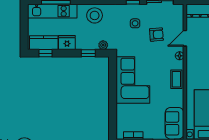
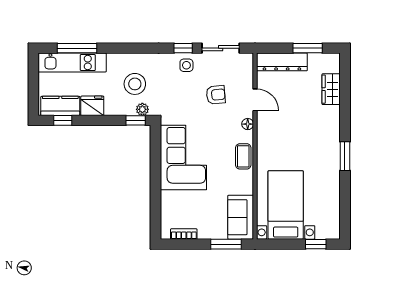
stool: (95, 15) -> (135, 84), moved
side table: (135, 23) -> (186, 65), moved
door: (185, 38) -> (255, 100), swing flipped
window: (88, 53) -> (136, 120), moved

